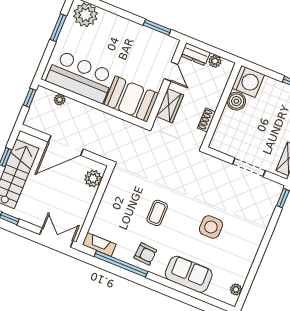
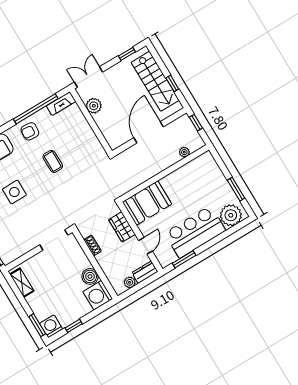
door: (171, 72) -> (146, 246), swing flipped
bar counter: (80, 77) -> (195, 232), moved, turned 180
window: (30, 98) -> (196, 123), moved
doorway: (249, 167) -> (54, 240), moved
plant: (93, 179) -> (94, 106), moved
double door: (56, 238) -> (88, 77), swing flipped

